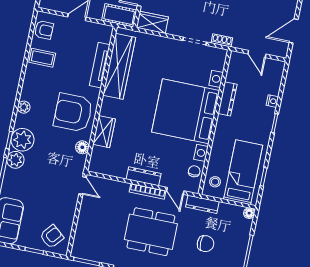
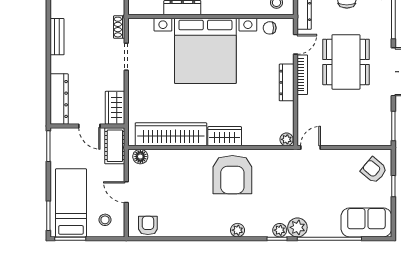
coffee table: (42, 58) -> (179, 221), removed
tv unit: (100, 65) -> (174, 156), removed
wardrobe: (104, 132) -> (225, 136), moved
plant: (22, 140) -> (280, 230), width x0.53, depth x0.53
floor lamp: (82, 147) -> (140, 157), moved
plant: (94, 166) -> (287, 139), added

